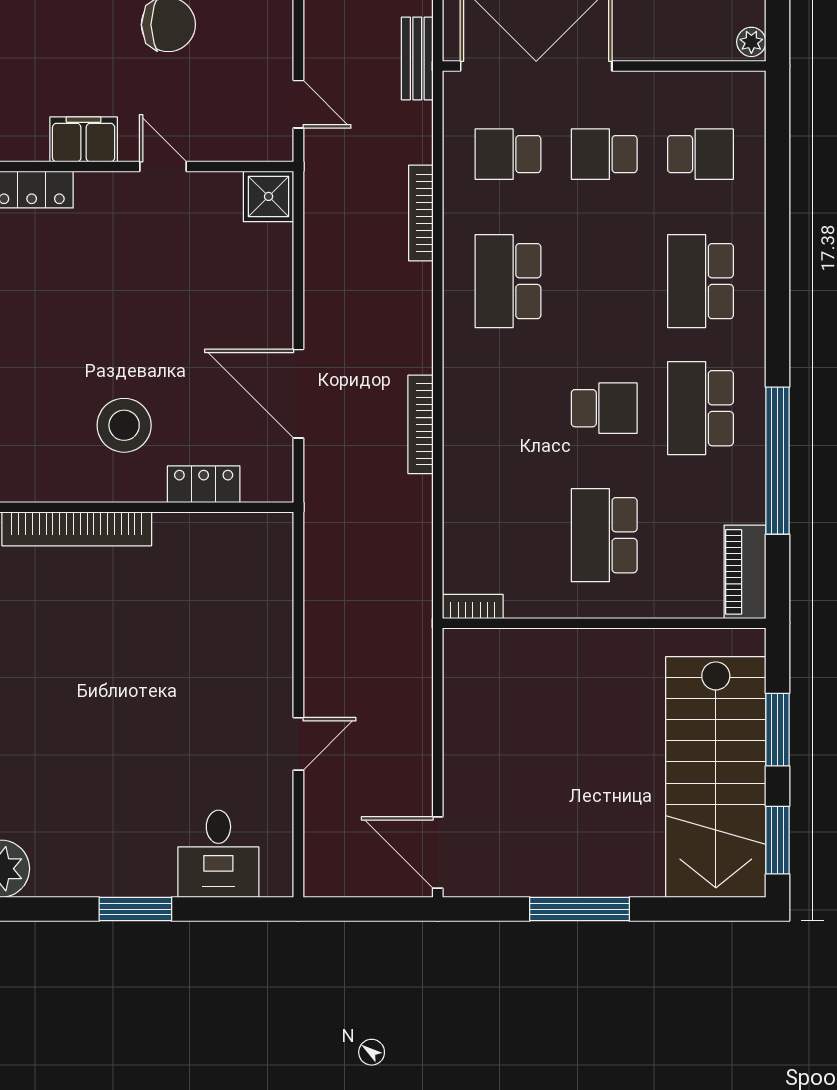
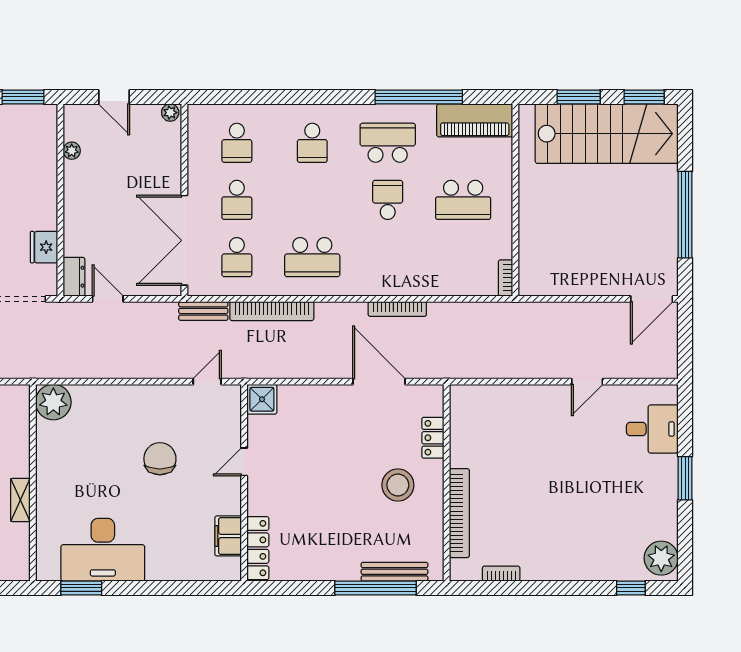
bench: (417, 58) -> (203, 311), moved
filing cabinet: (84, 139) -> (228, 536), moved
school desk: (700, 154) -> (237, 143), turned 180
bookcase: (421, 213) -> (272, 311), width x1.48, depth x1.31
school desk: (700, 281) -> (312, 143), width x0.54
door: (298, 394) -> (379, 382), swing flipped
school desk: (700, 408) -> (388, 143), turned 180
piano: (745, 572) -> (475, 120), width x1.37, depth x1.33
door: (298, 744) -> (587, 382), swing flipped
window: (579, 909) -> (685, 215), width x1.46

